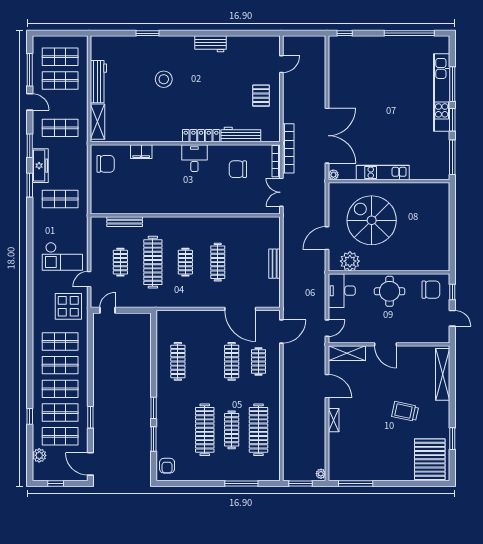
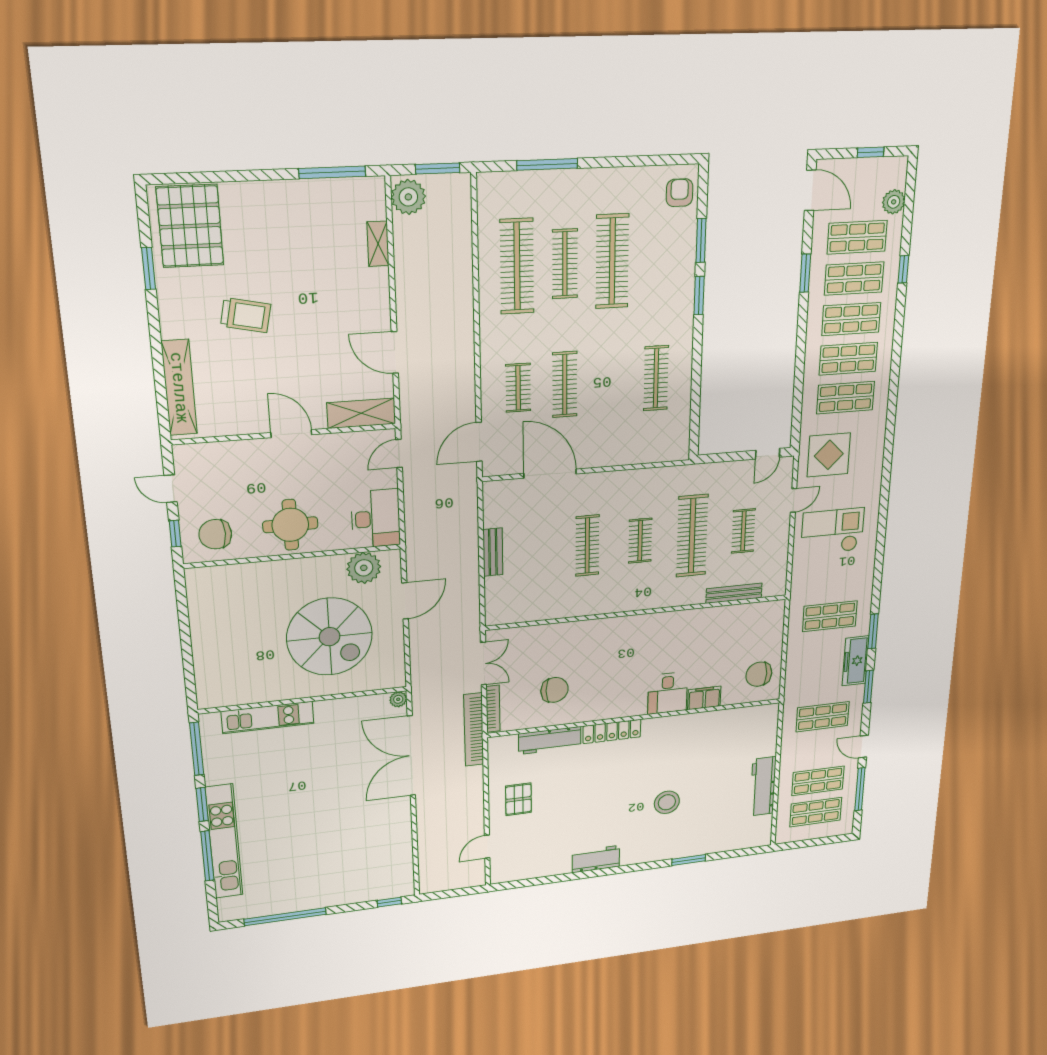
shelving: (98, 122) -> (767, 732), removed
desk: (194, 158) -> (668, 693), moved
kitchen unit: (383, 173) -> (268, 717), moved
shelving: (334, 420) -> (378, 244), moved
plant: (321, 474) -> (408, 197), width x1.88, depth x1.88

